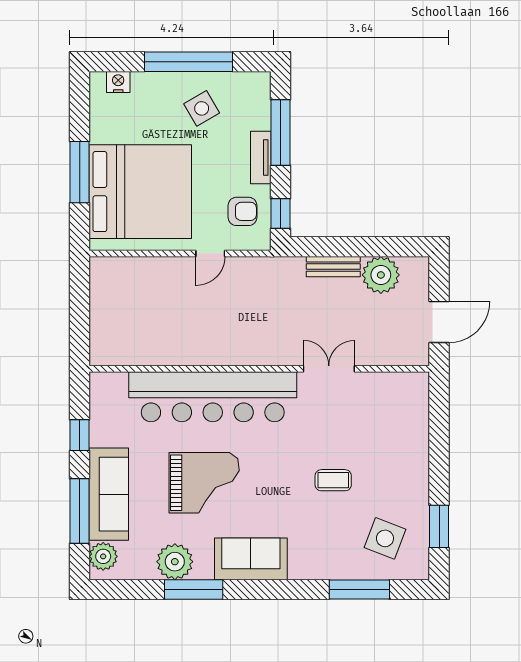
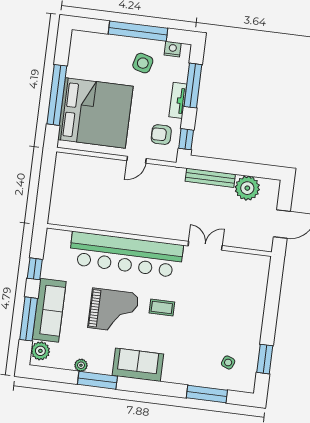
nightstand: (118, 82) -> (173, 49), moved
side table: (202, 108) -> (143, 63), turned 45
window: (80, 172) -> (57, 95), width x1.46
armchair: (243, 211) -> (161, 135), turned 180
bench: (333, 267) -> (210, 178), width x1.36
coffee table: (333, 480) -> (162, 307), moved
side table: (385, 538) -> (228, 362), width x0.54, depth x0.54
plant: (175, 562) -> (81, 365), width x0.53, depth x0.53

